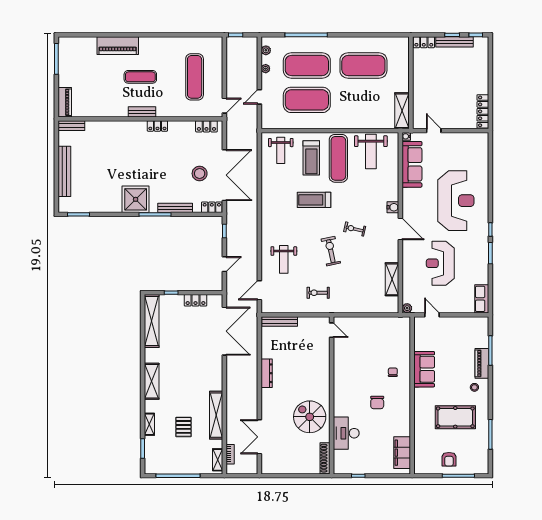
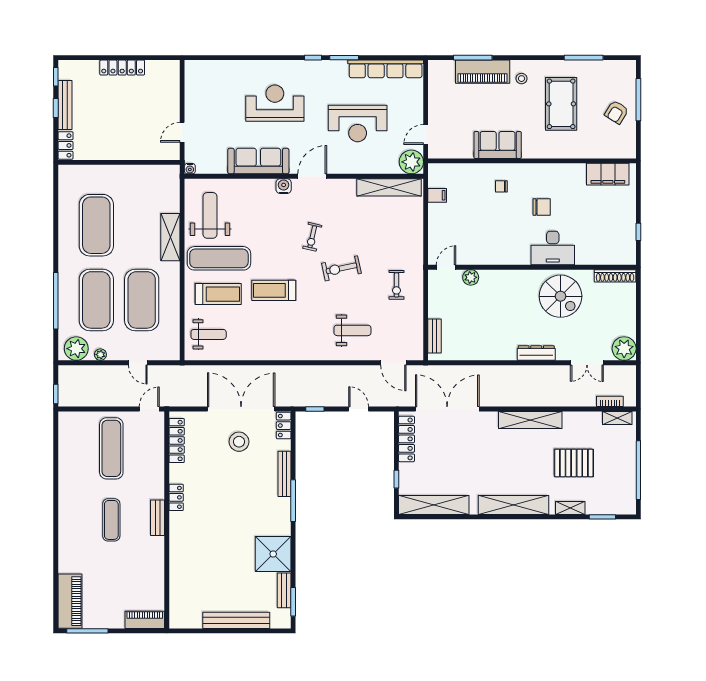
piano: (118, 46) -> (70, 601), moved
plant: (266, 50) -> (76, 349), width x1.87, depth x1.87
exercise mat: (195, 77) -> (111, 448), turned 90
door: (224, 106) -> (149, 409), hinge flipped
shelving: (402, 111) -> (170, 237), moved, turned 90
locker: (483, 111) -> (122, 68), moved
bench: (71, 126) -> (284, 590), moved
locker: (206, 126) -> (177, 440), width x1.53
weight bench: (371, 152) -> (210, 215), turned -90
sofa: (412, 164) -> (258, 161), moved
shower: (136, 199) -> (273, 554), moved
treadmill: (314, 200) -> (274, 290), turned 90
reception desk: (456, 201) -> (275, 103), width x0.74, depth x0.77
shelving: (392, 279) -> (389, 187), width x1.47
row of seats: (482, 299) -> (386, 69), width x2.02
locker: (196, 300) -> (407, 439), width x1.53
plant: (407, 308) -> (411, 162), width x1.88, depth x1.88
bench: (280, 321) -> (435, 336), width x0.73
filing cabinet: (386, 324) -> (437, 195), added
plant: (324, 349) -> (471, 277), added
piano: (482, 363) -> (483, 72), width x1.37, depth x1.33
dresser: (267, 373) -> (536, 353), moved
shelving: (152, 381) -> (514, 505), width x1.47
shelving: (216, 415) -> (530, 420), moved
spiral stairs: (310, 417) -> (561, 296), turned -90
pallet: (183, 427) -> (574, 463), width x1.50, depth x1.42
desk: (346, 433) -> (553, 248), moved
double door: (259, 437) -> (587, 363), width x0.73
armchair: (449, 459) -> (616, 112), turned 122
plant: (270, 465) -> (624, 349), added

